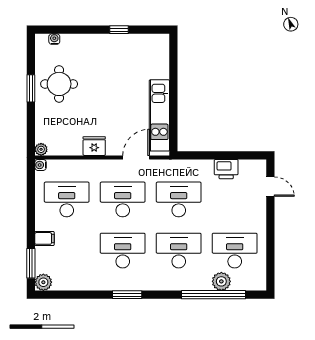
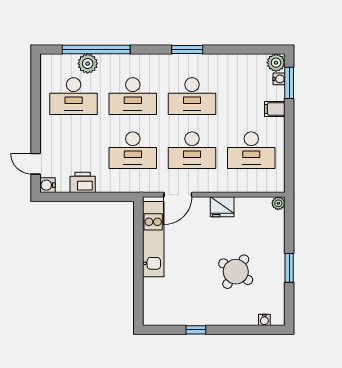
round table: (59, 84) -> (236, 272), moved, turned 34
water cooler: (41, 165) -> (279, 79), moved
water cooler: (259, 166) -> (47, 185), added

